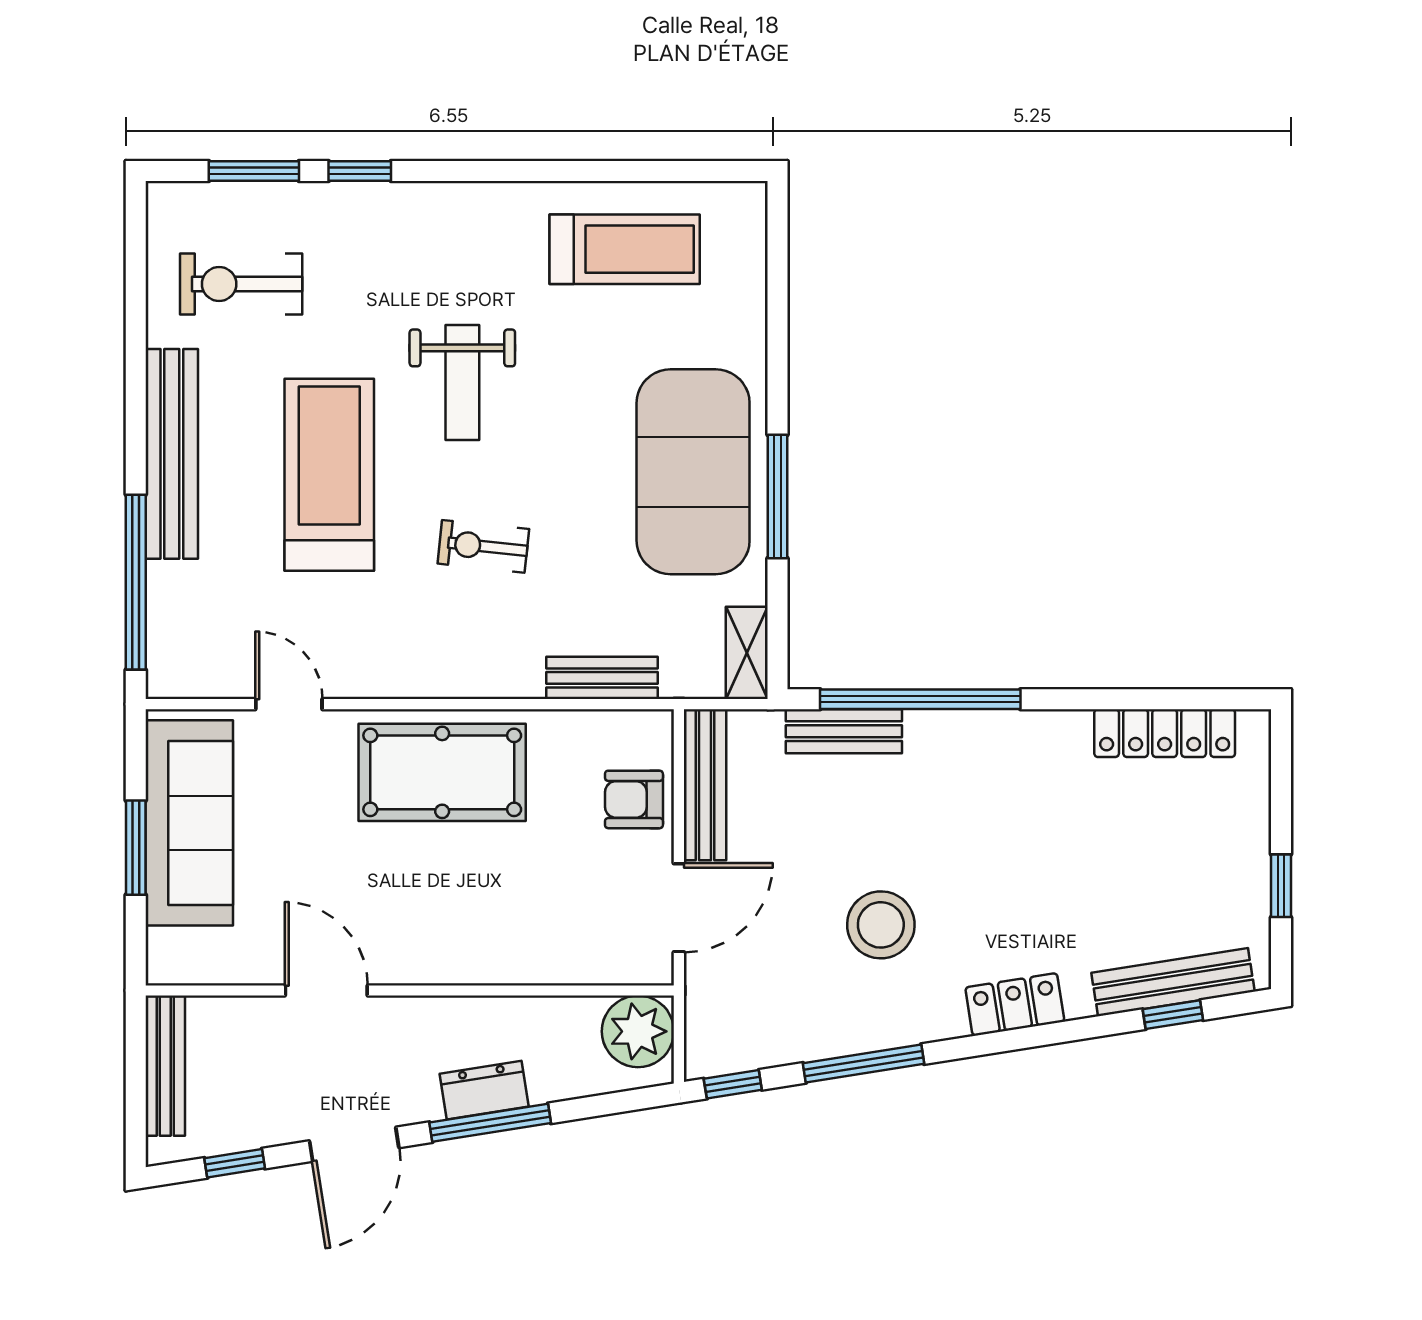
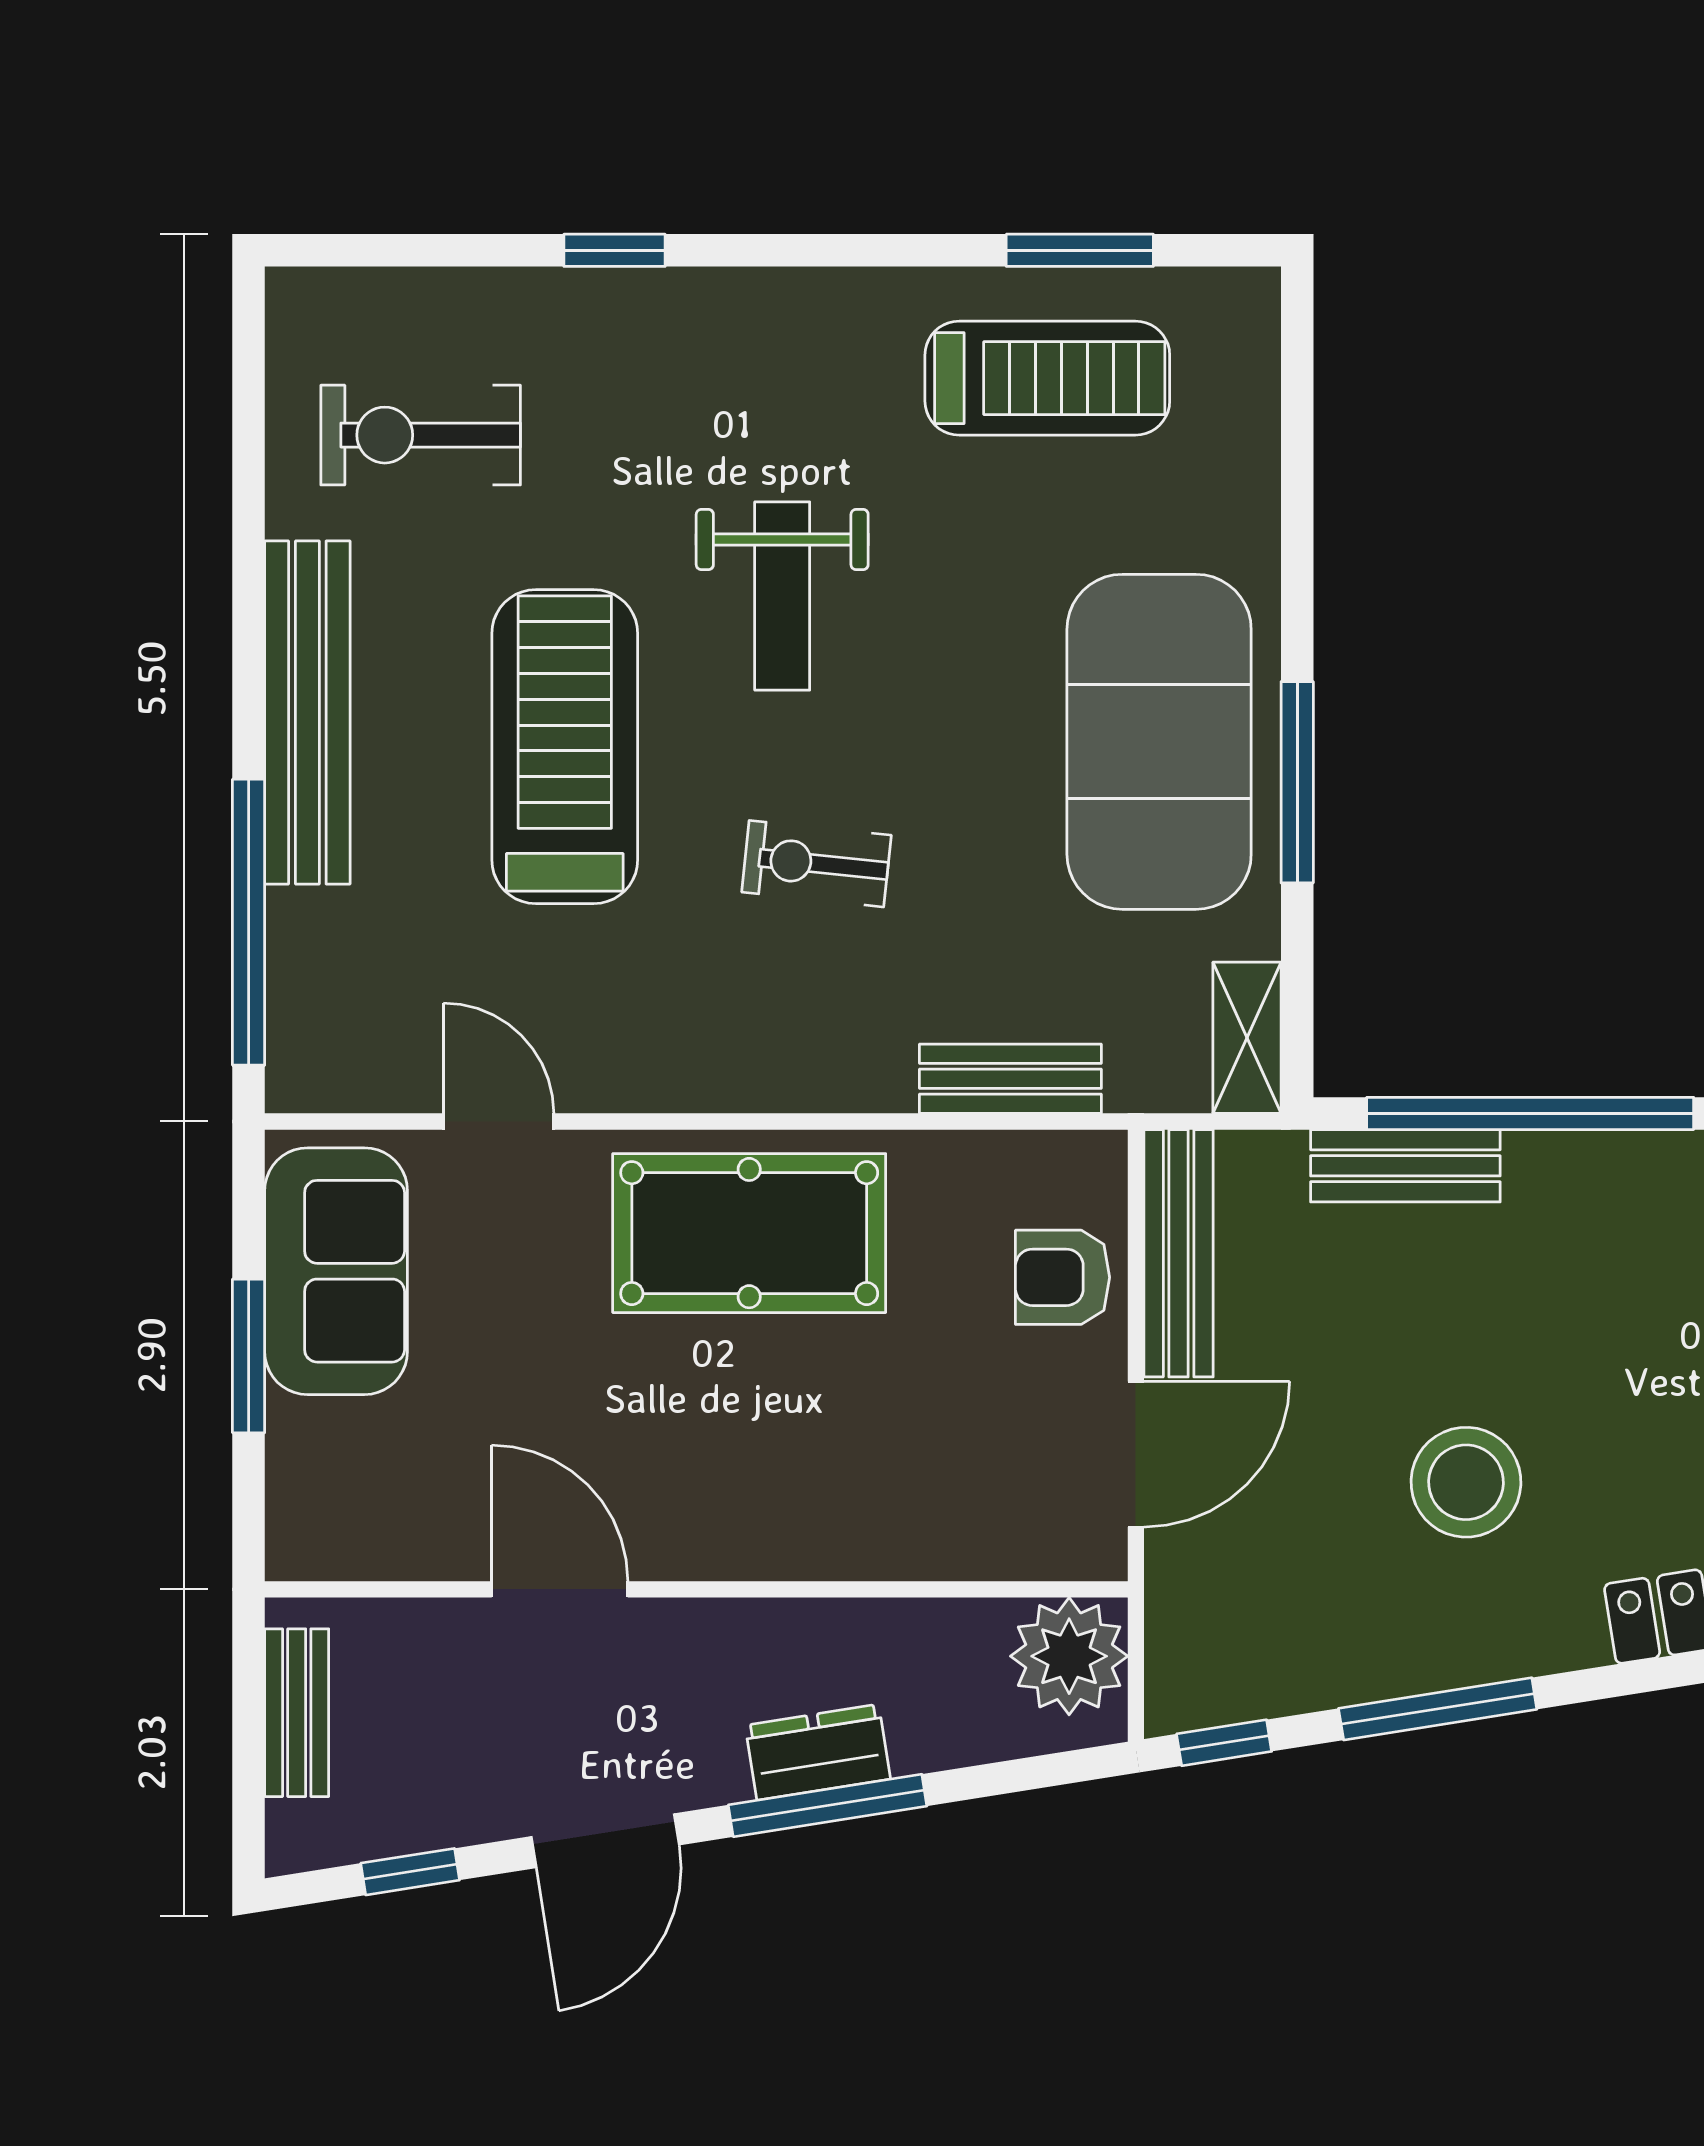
window: (254, 171) -> (1080, 250), moved
sofa: (189, 823) -> (336, 1271), width x0.73
bench: (165, 1066) -> (297, 1713), width x0.73

